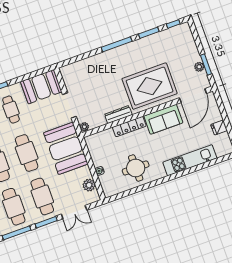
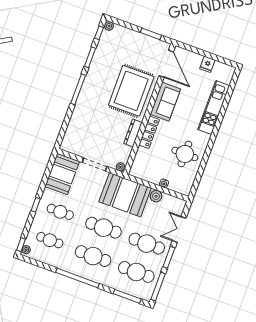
plant: (199, 67) -> (109, 26), moved
plant: (89, 185) -> (156, 196), moved
double door: (74, 212) -> (179, 229), swing flipped

